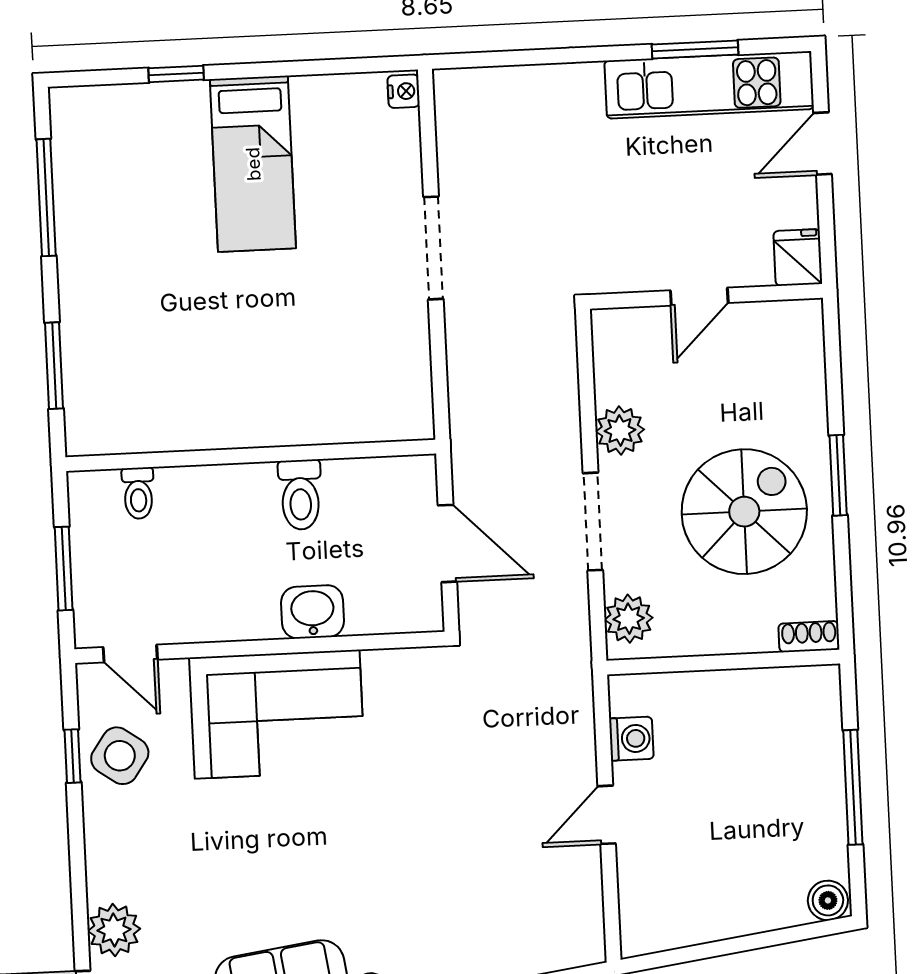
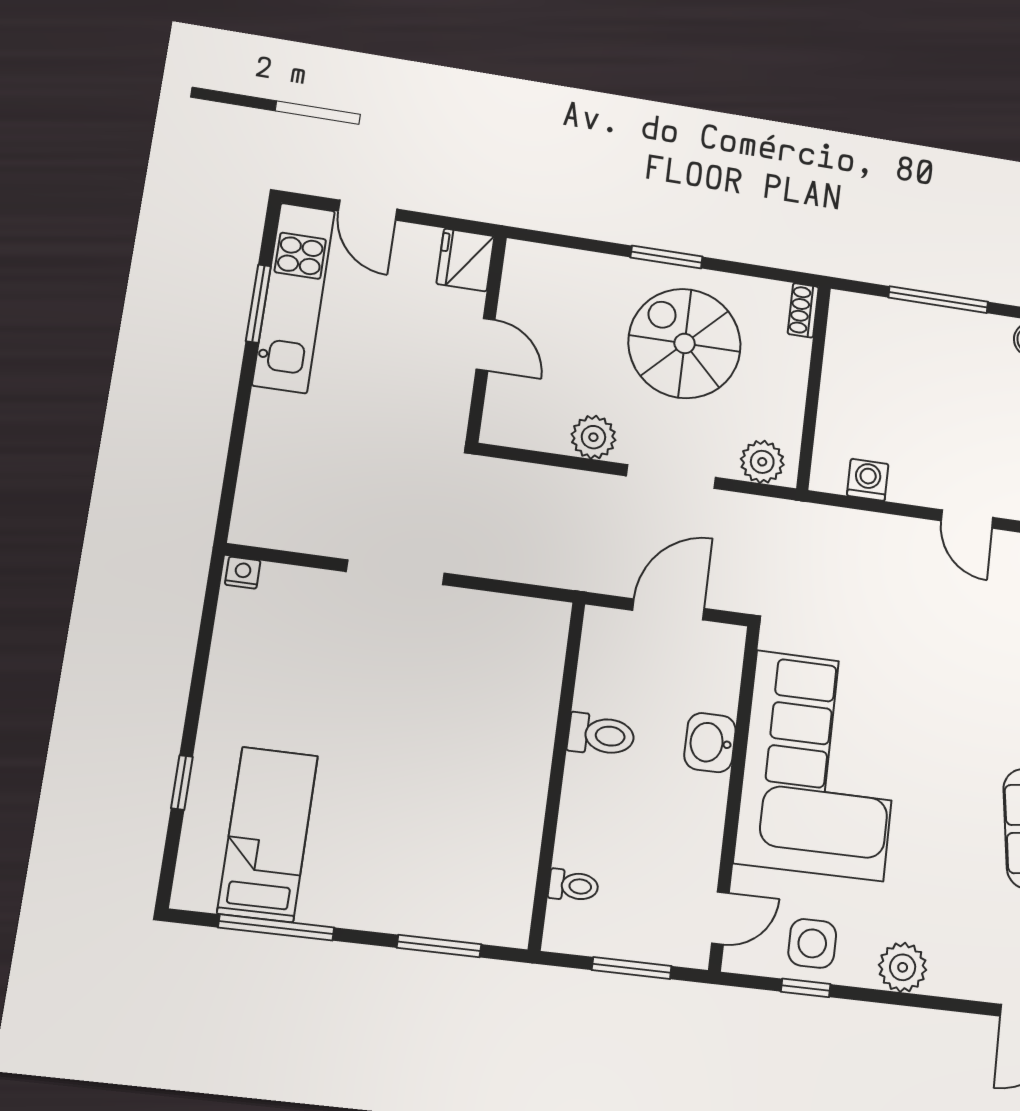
bed: (253, 164) -> (268, 834), moved, turned -90
fridge: (798, 257) -> (465, 260), width x1.38
corner sofa: (277, 714) -> (820, 765), width x1.36, depth x1.36
side table: (120, 756) -> (812, 943), turned -35
door: (607, 815) -> (967, 519), moved
plant: (114, 930) -> (903, 967), moved

